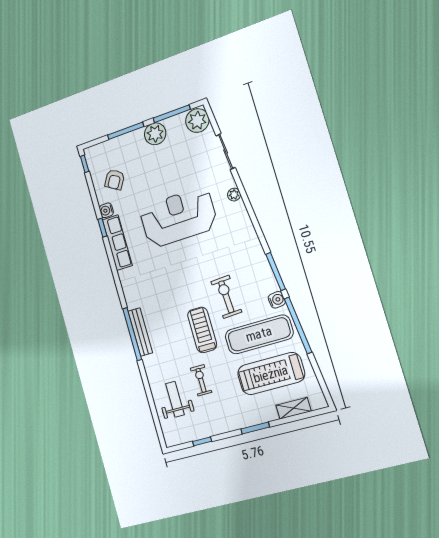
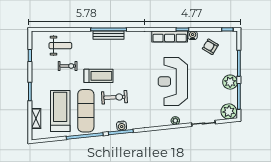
reception desk: (178, 217) -> (173, 81), turned 180
water cooler: (277, 300) -> (122, 126), moved

